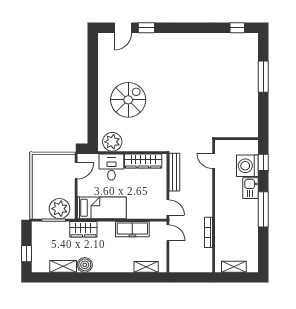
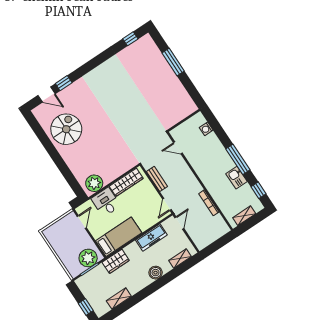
door: (123, 28) -> (46, 95), hinge flipped
spiral stairs: (128, 100) -> (66, 129), moved
window: (263, 162) -> (258, 190), moved
washing machine: (247, 166) -> (206, 129), width x0.53, depth x0.53
bench: (174, 172) -> (157, 179), width x0.73
kitchen sink: (250, 188) -> (236, 178), moved
door: (168, 208) -> (167, 204), swing flipped
door: (168, 233) -> (179, 223), hinge flipped
boiler: (85, 265) -> (156, 273), moved

